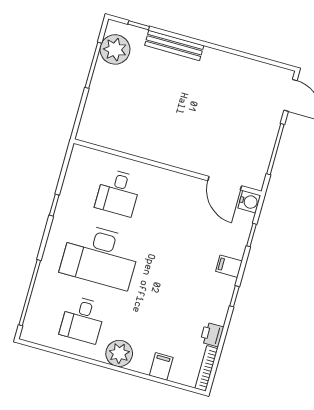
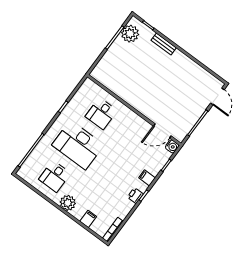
bench: (174, 45) -> (164, 44), width x0.73
door: (225, 183) -> (162, 131), hinge flipped
printer: (212, 334) -> (135, 196), moved

